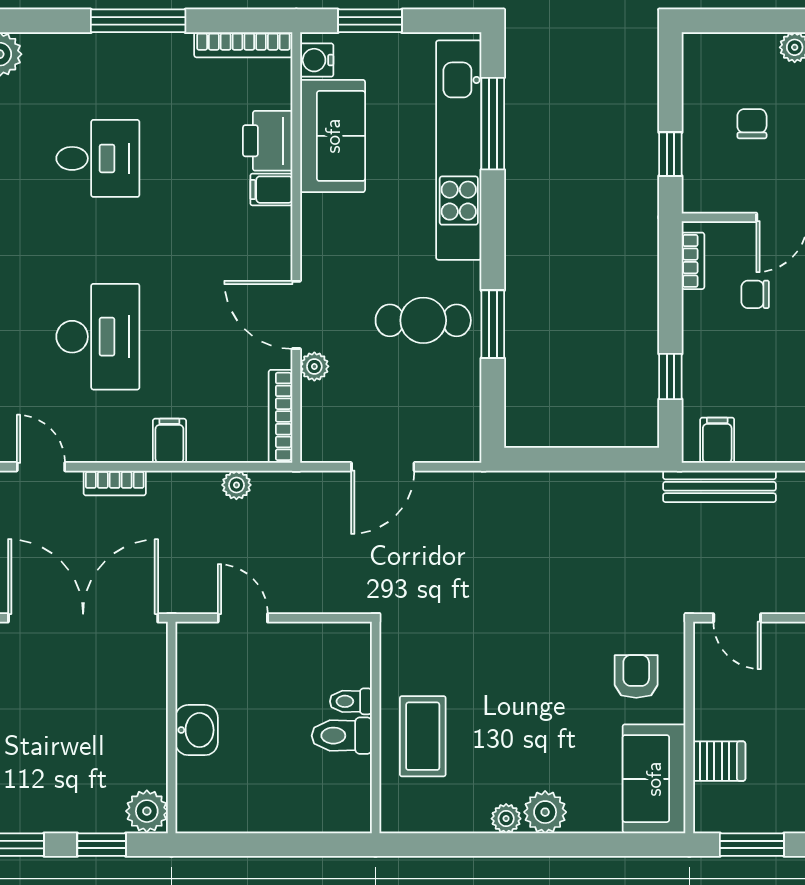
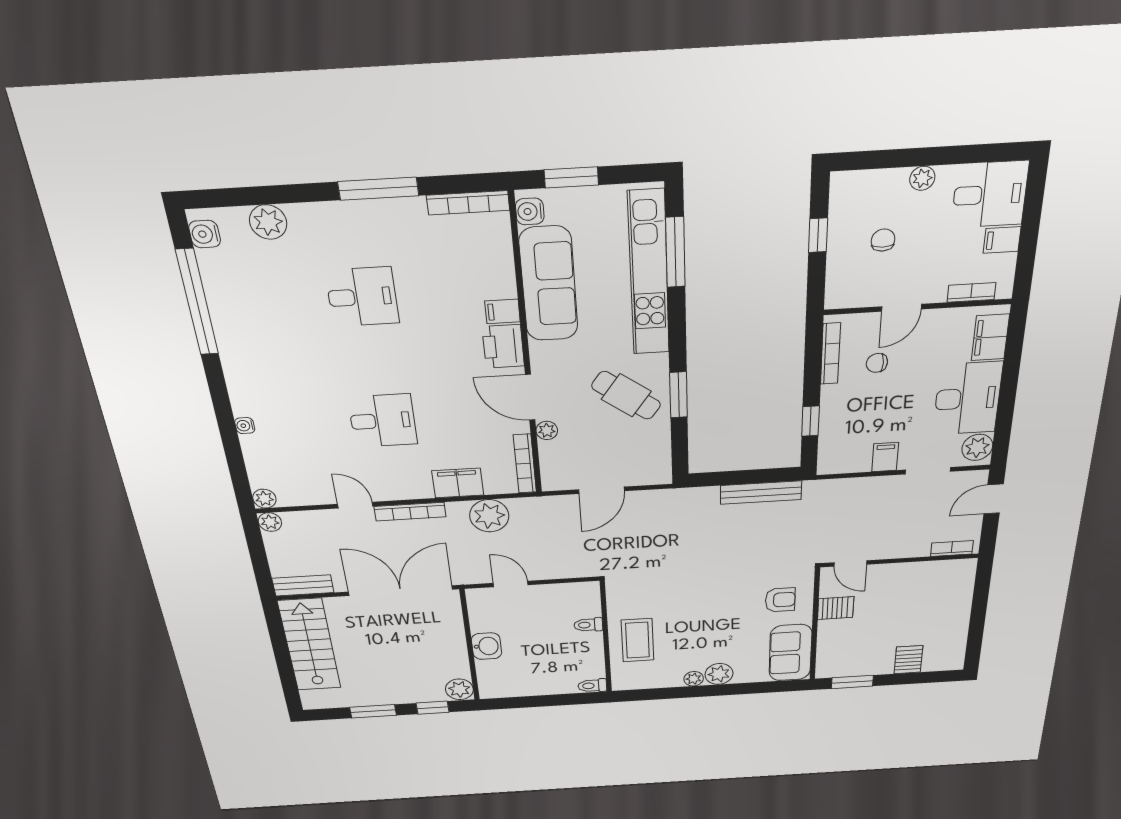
sofa: (333, 136) -> (549, 284), width x1.36
printer: (268, 141) -> (503, 346), moved
window: (670, 154) -> (818, 235), moved
bookcase: (693, 261) -> (830, 354), width x1.56
cafe table: (423, 320) -> (626, 395), turned 36
desk: (98, 337) -> (383, 421), width x0.73
filing cabinet: (717, 440) -> (885, 457), moved
filing cabinet: (169, 441) -> (458, 483), width x2.00
bookcase: (115, 483) -> (410, 512), width x1.56
plant: (236, 485) -> (489, 516), width x1.87, depth x1.87
bench: (719, 486) -> (761, 493), moved
armchair: (636, 677) -> (780, 600), turned 90
toilet: (342, 736) -> (592, 686), moved, width x0.73, depth x0.72
server rack: (719, 761) -> (836, 608), moved

